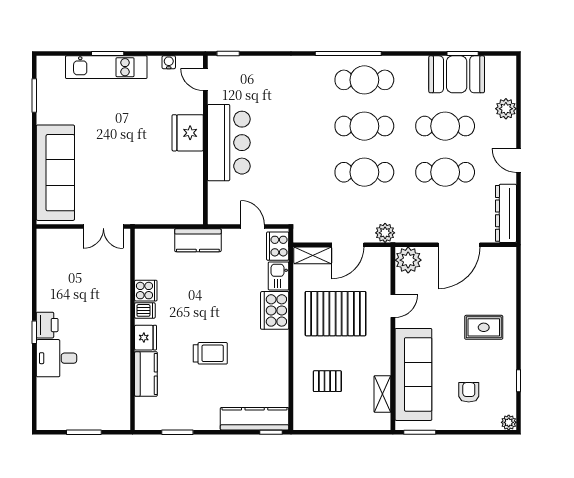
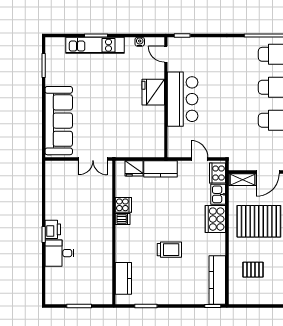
fridge: (145, 338) -> (134, 168), moved, turned 90
kitchen counter: (146, 374) -> (123, 278), moved
kitchen counter: (255, 419) -> (217, 280), moved, turned -90

